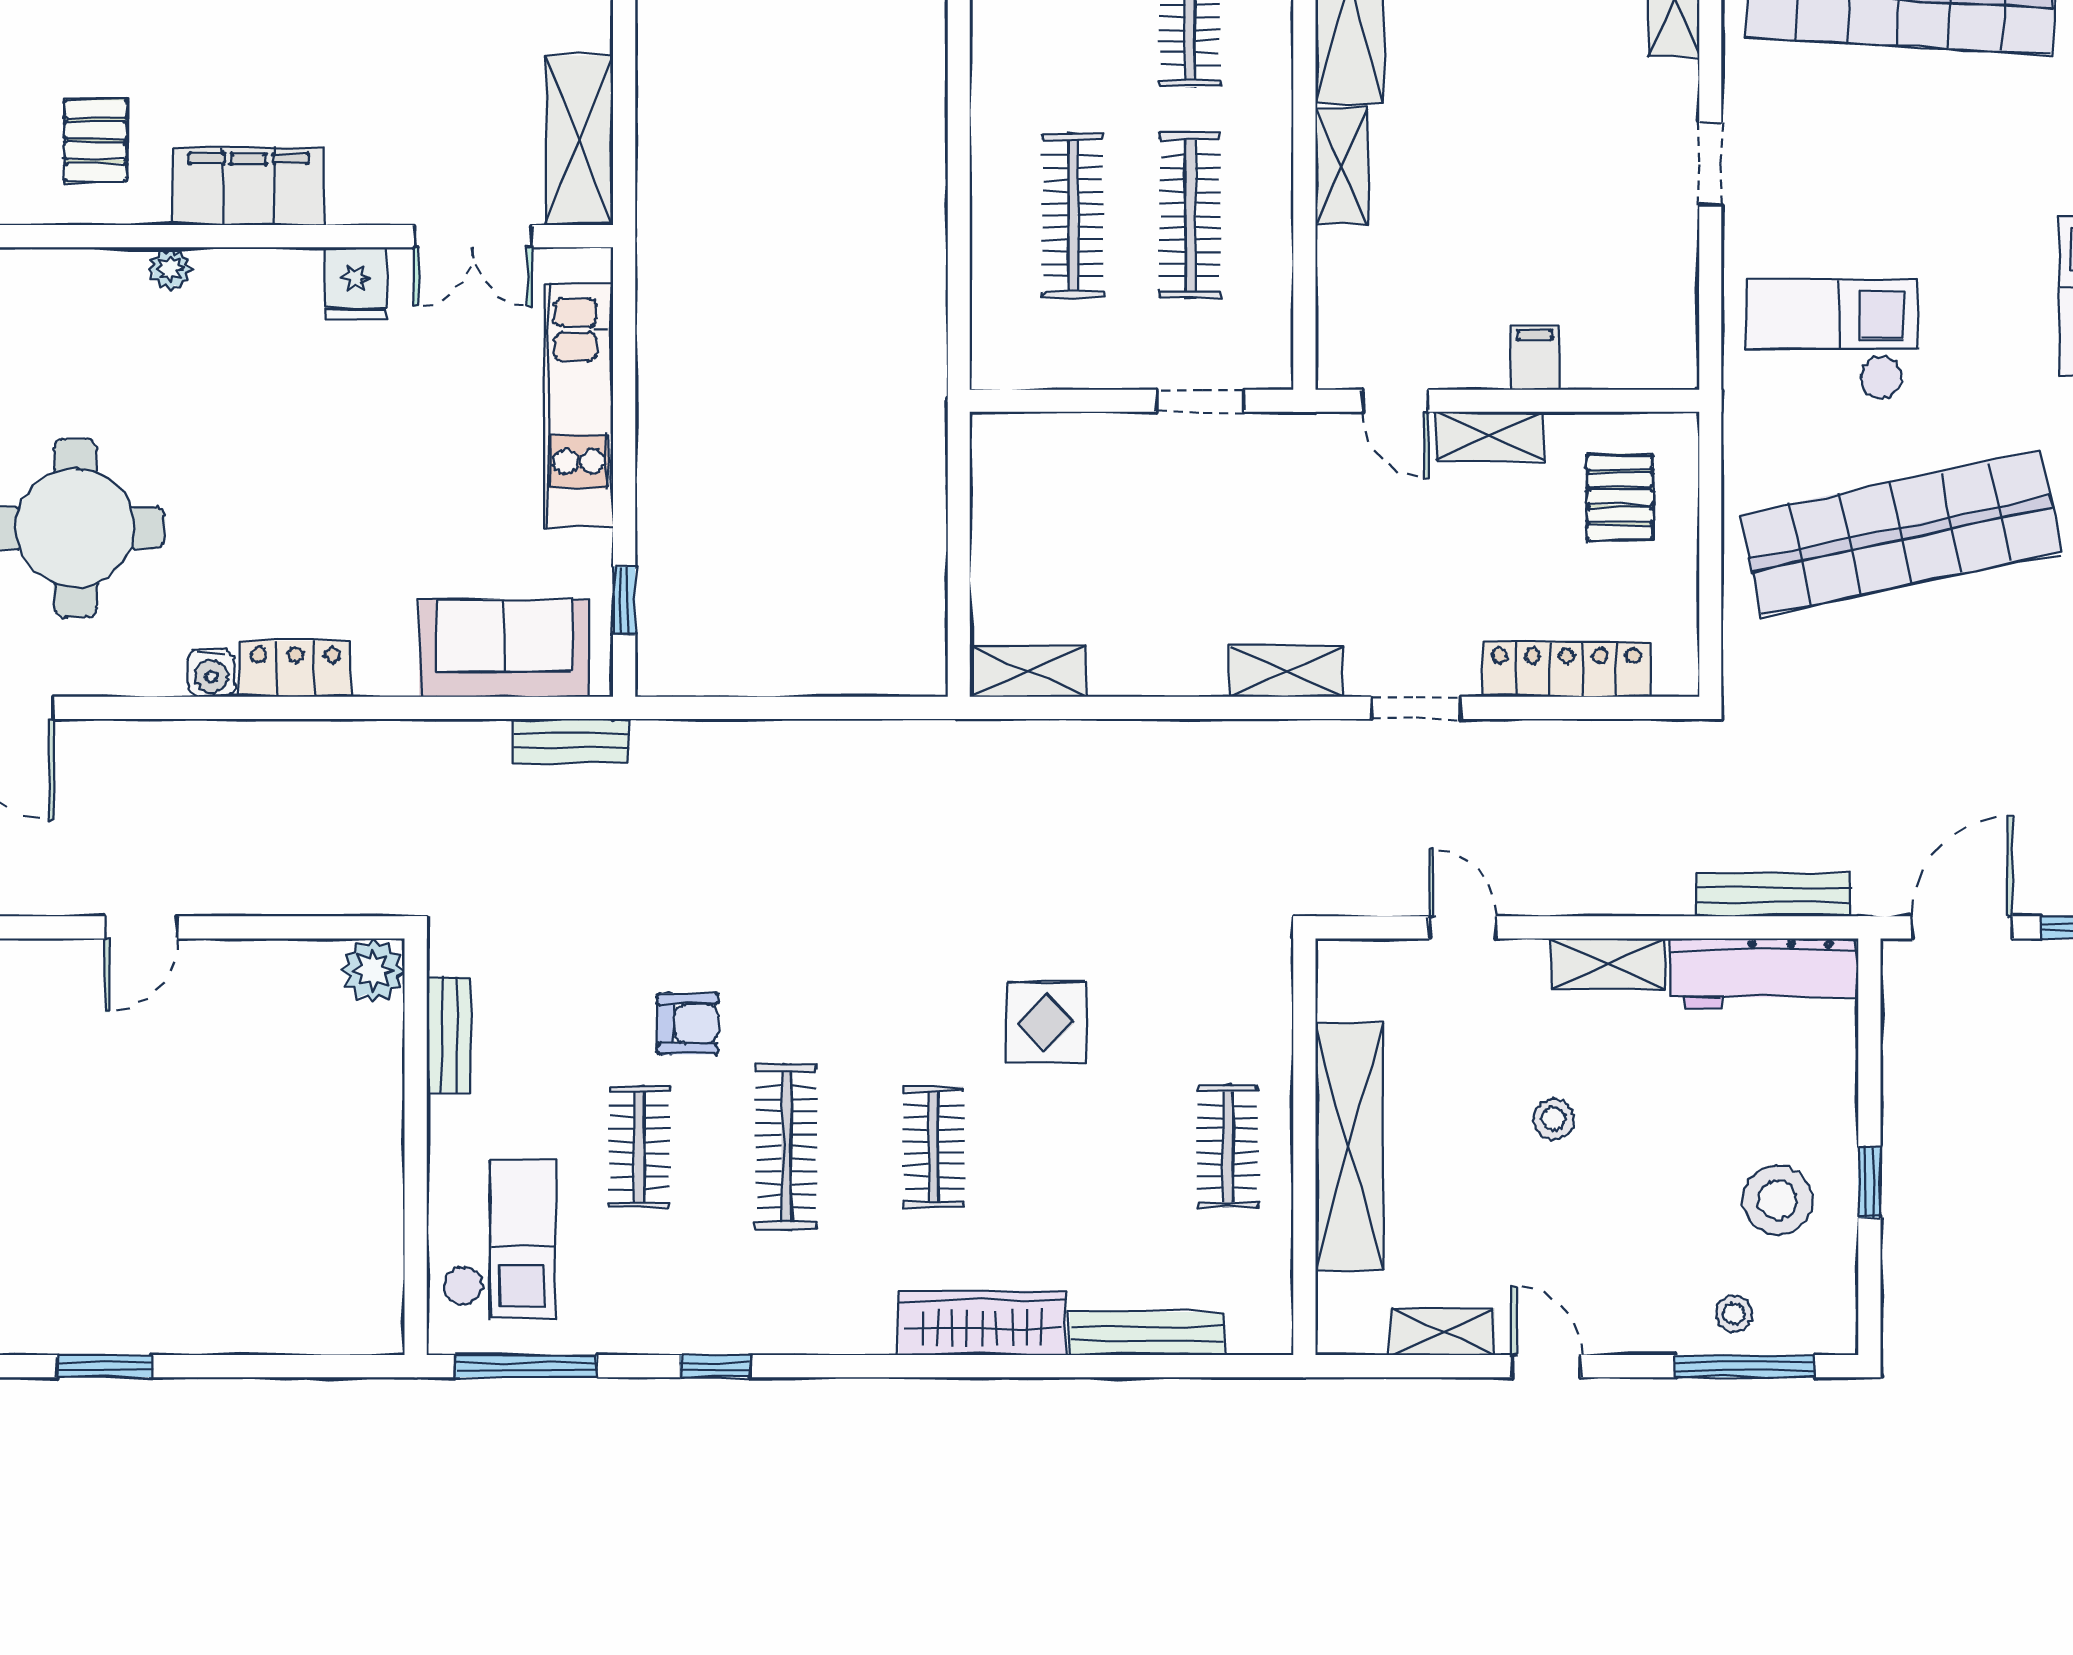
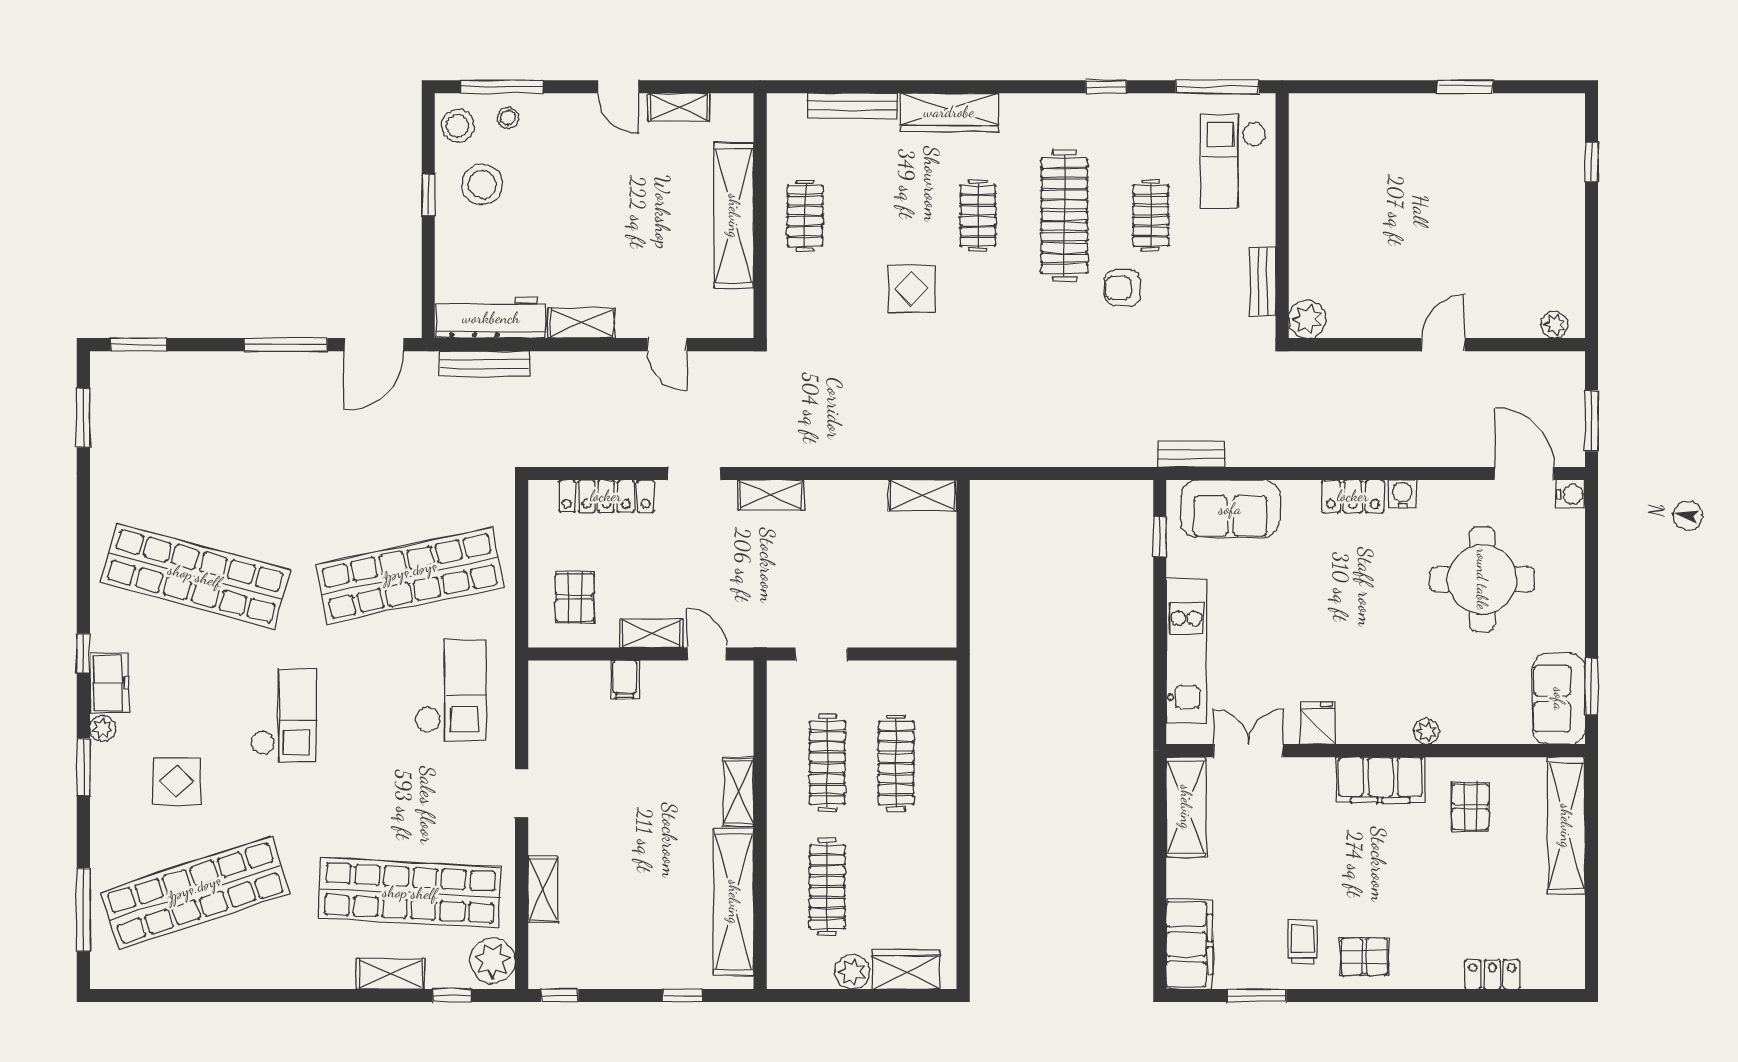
checkout: (1832, 339) -> (450, 690), turned -90
stool: (1553, 1119) -> (458, 126), moved, width x1.37, depth x1.37
clothes rail: (786, 1147) -> (1064, 216), width x1.37, depth x1.31

